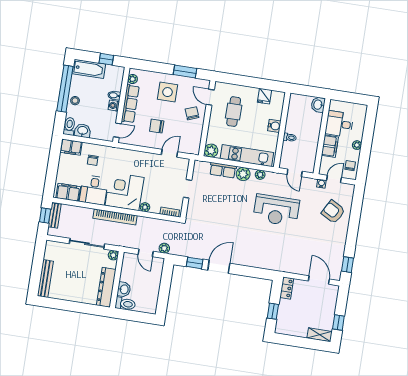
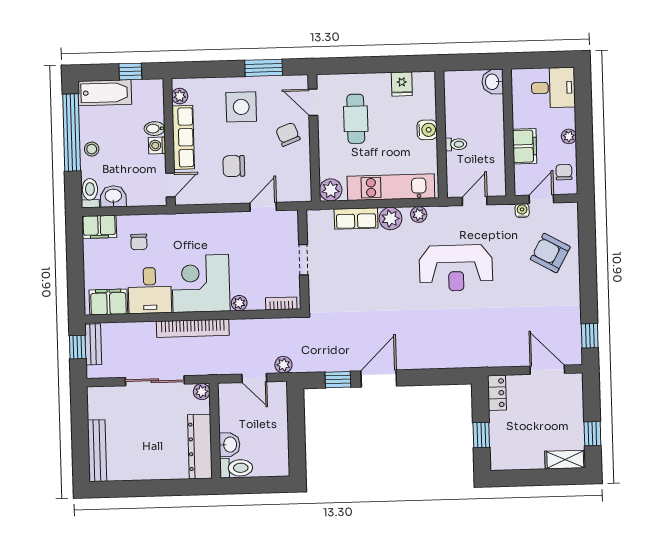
desk: (339, 124) -> (553, 88), moved, turned 180
door: (295, 173) -> (475, 201), swing flipped

